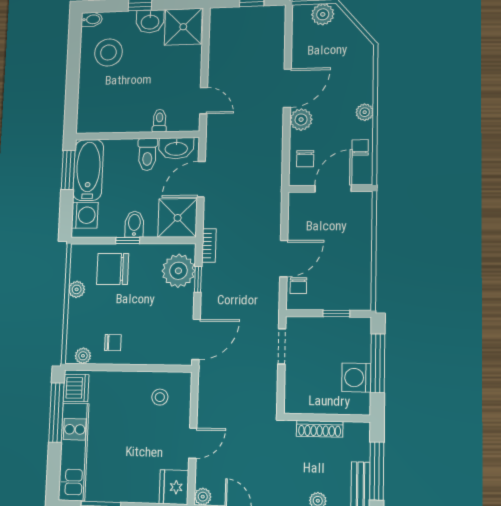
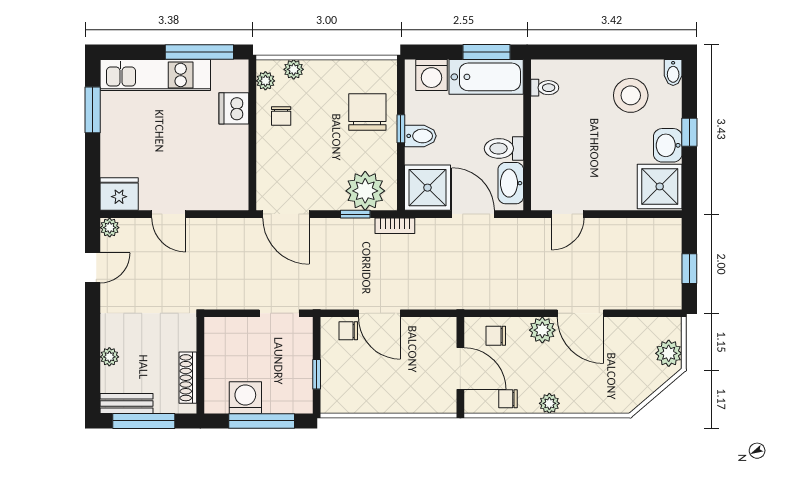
toilet: (159, 121) -> (545, 88), moved
chair: (360, 147) -> (508, 399), turned 180
plant: (77, 289) -> (294, 69), moved
dishwasher: (76, 388) -> (234, 108), moved, turned 90
stool: (160, 397) -> (219, 174), removed
shoe rack: (320, 429) -> (188, 378), moved

